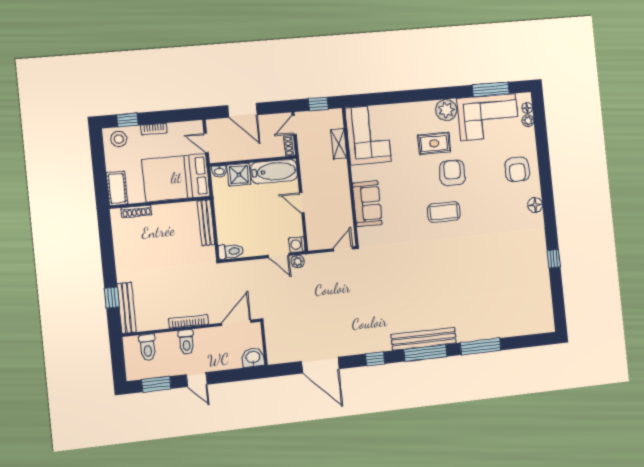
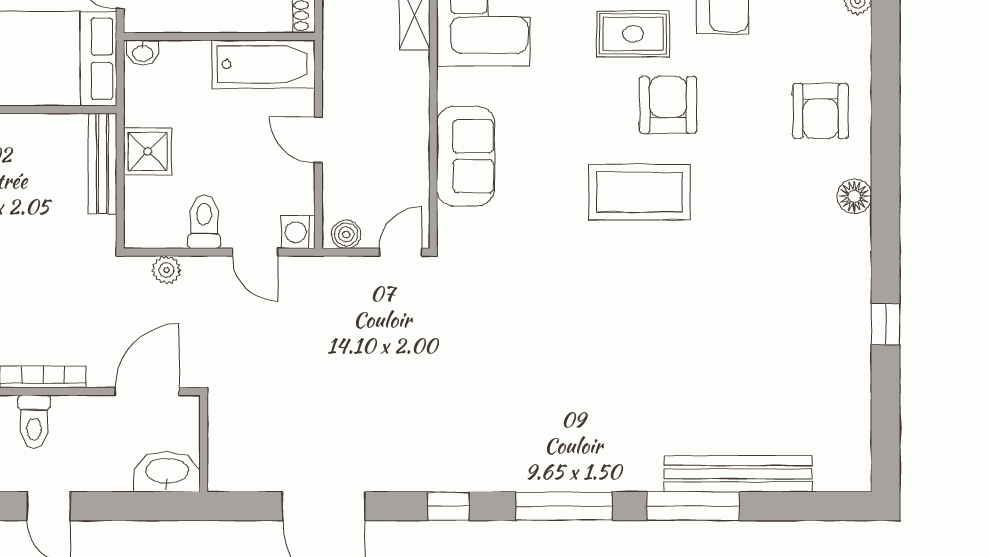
shower: (239, 175) -> (148, 151), moved
coffee table: (444, 212) -> (639, 192), width x1.36, depth x1.32
boiler: (318, 243) -> (346, 234), added
toilet: (231, 251) -> (204, 222), moved, turned -90
plant: (298, 261) -> (166, 270), moved
bench: (424, 339) -> (738, 474), moved
washbasin: (253, 357) -> (167, 472), width x1.38

